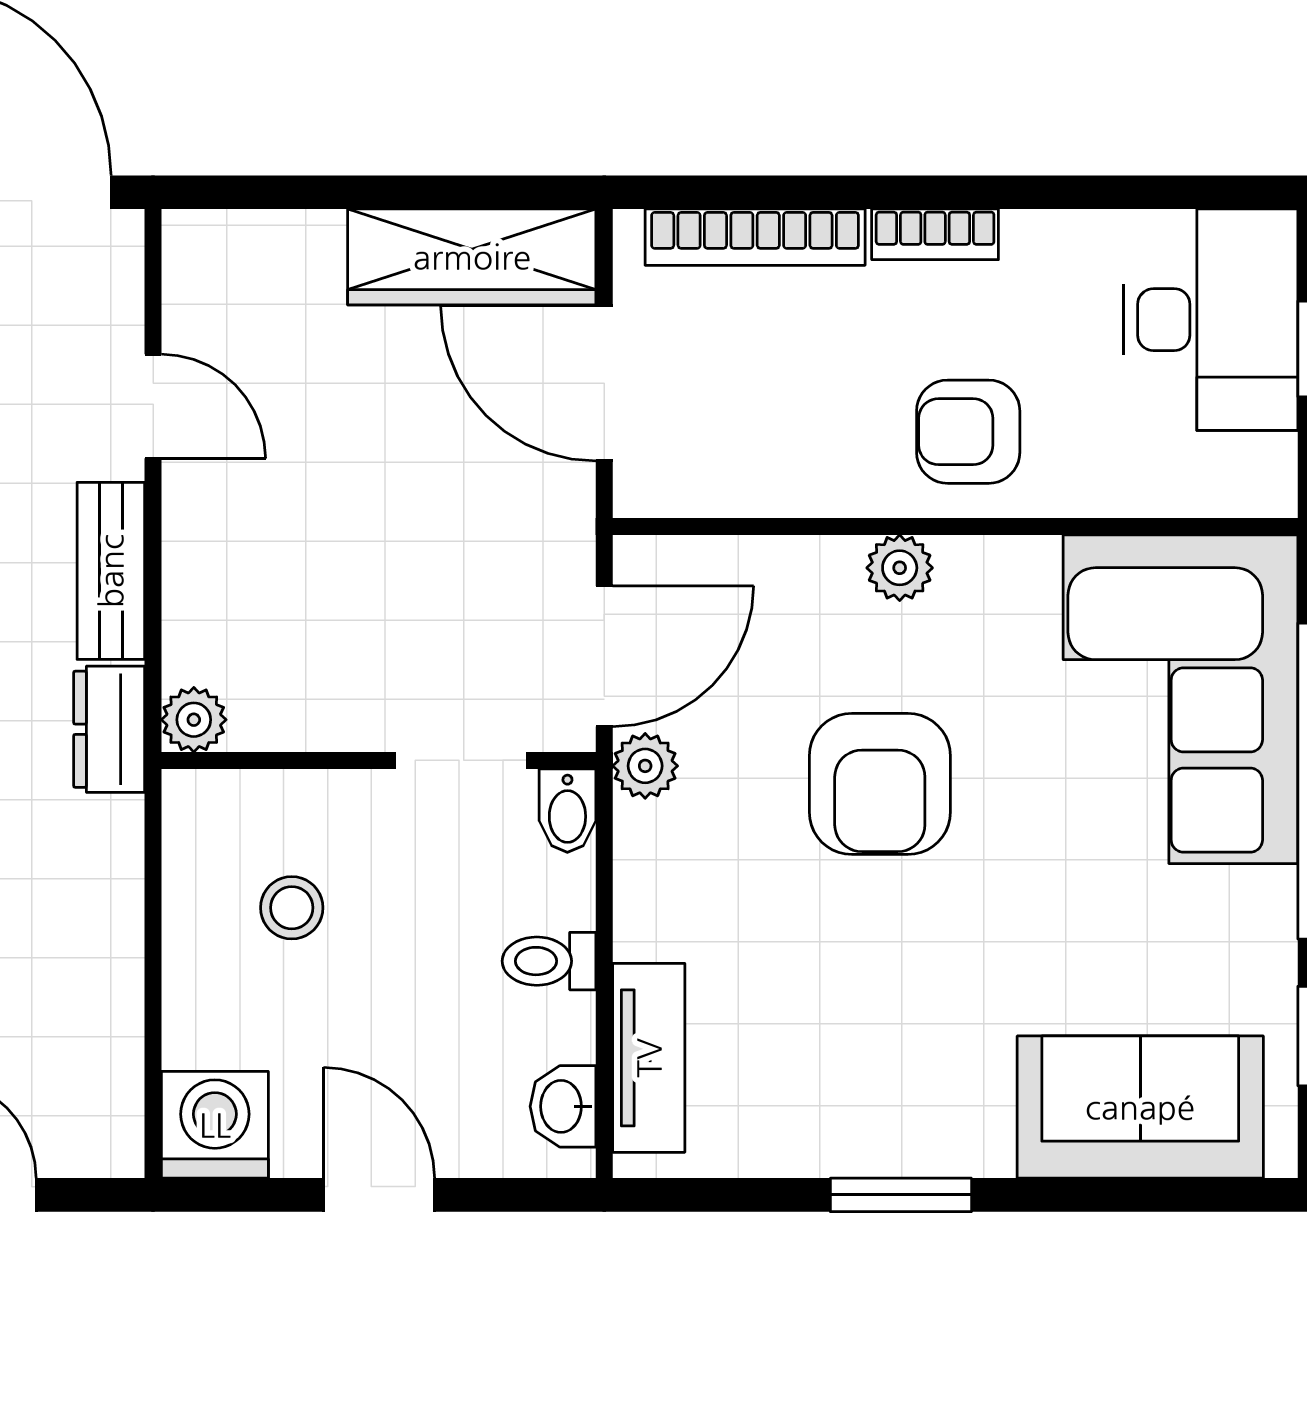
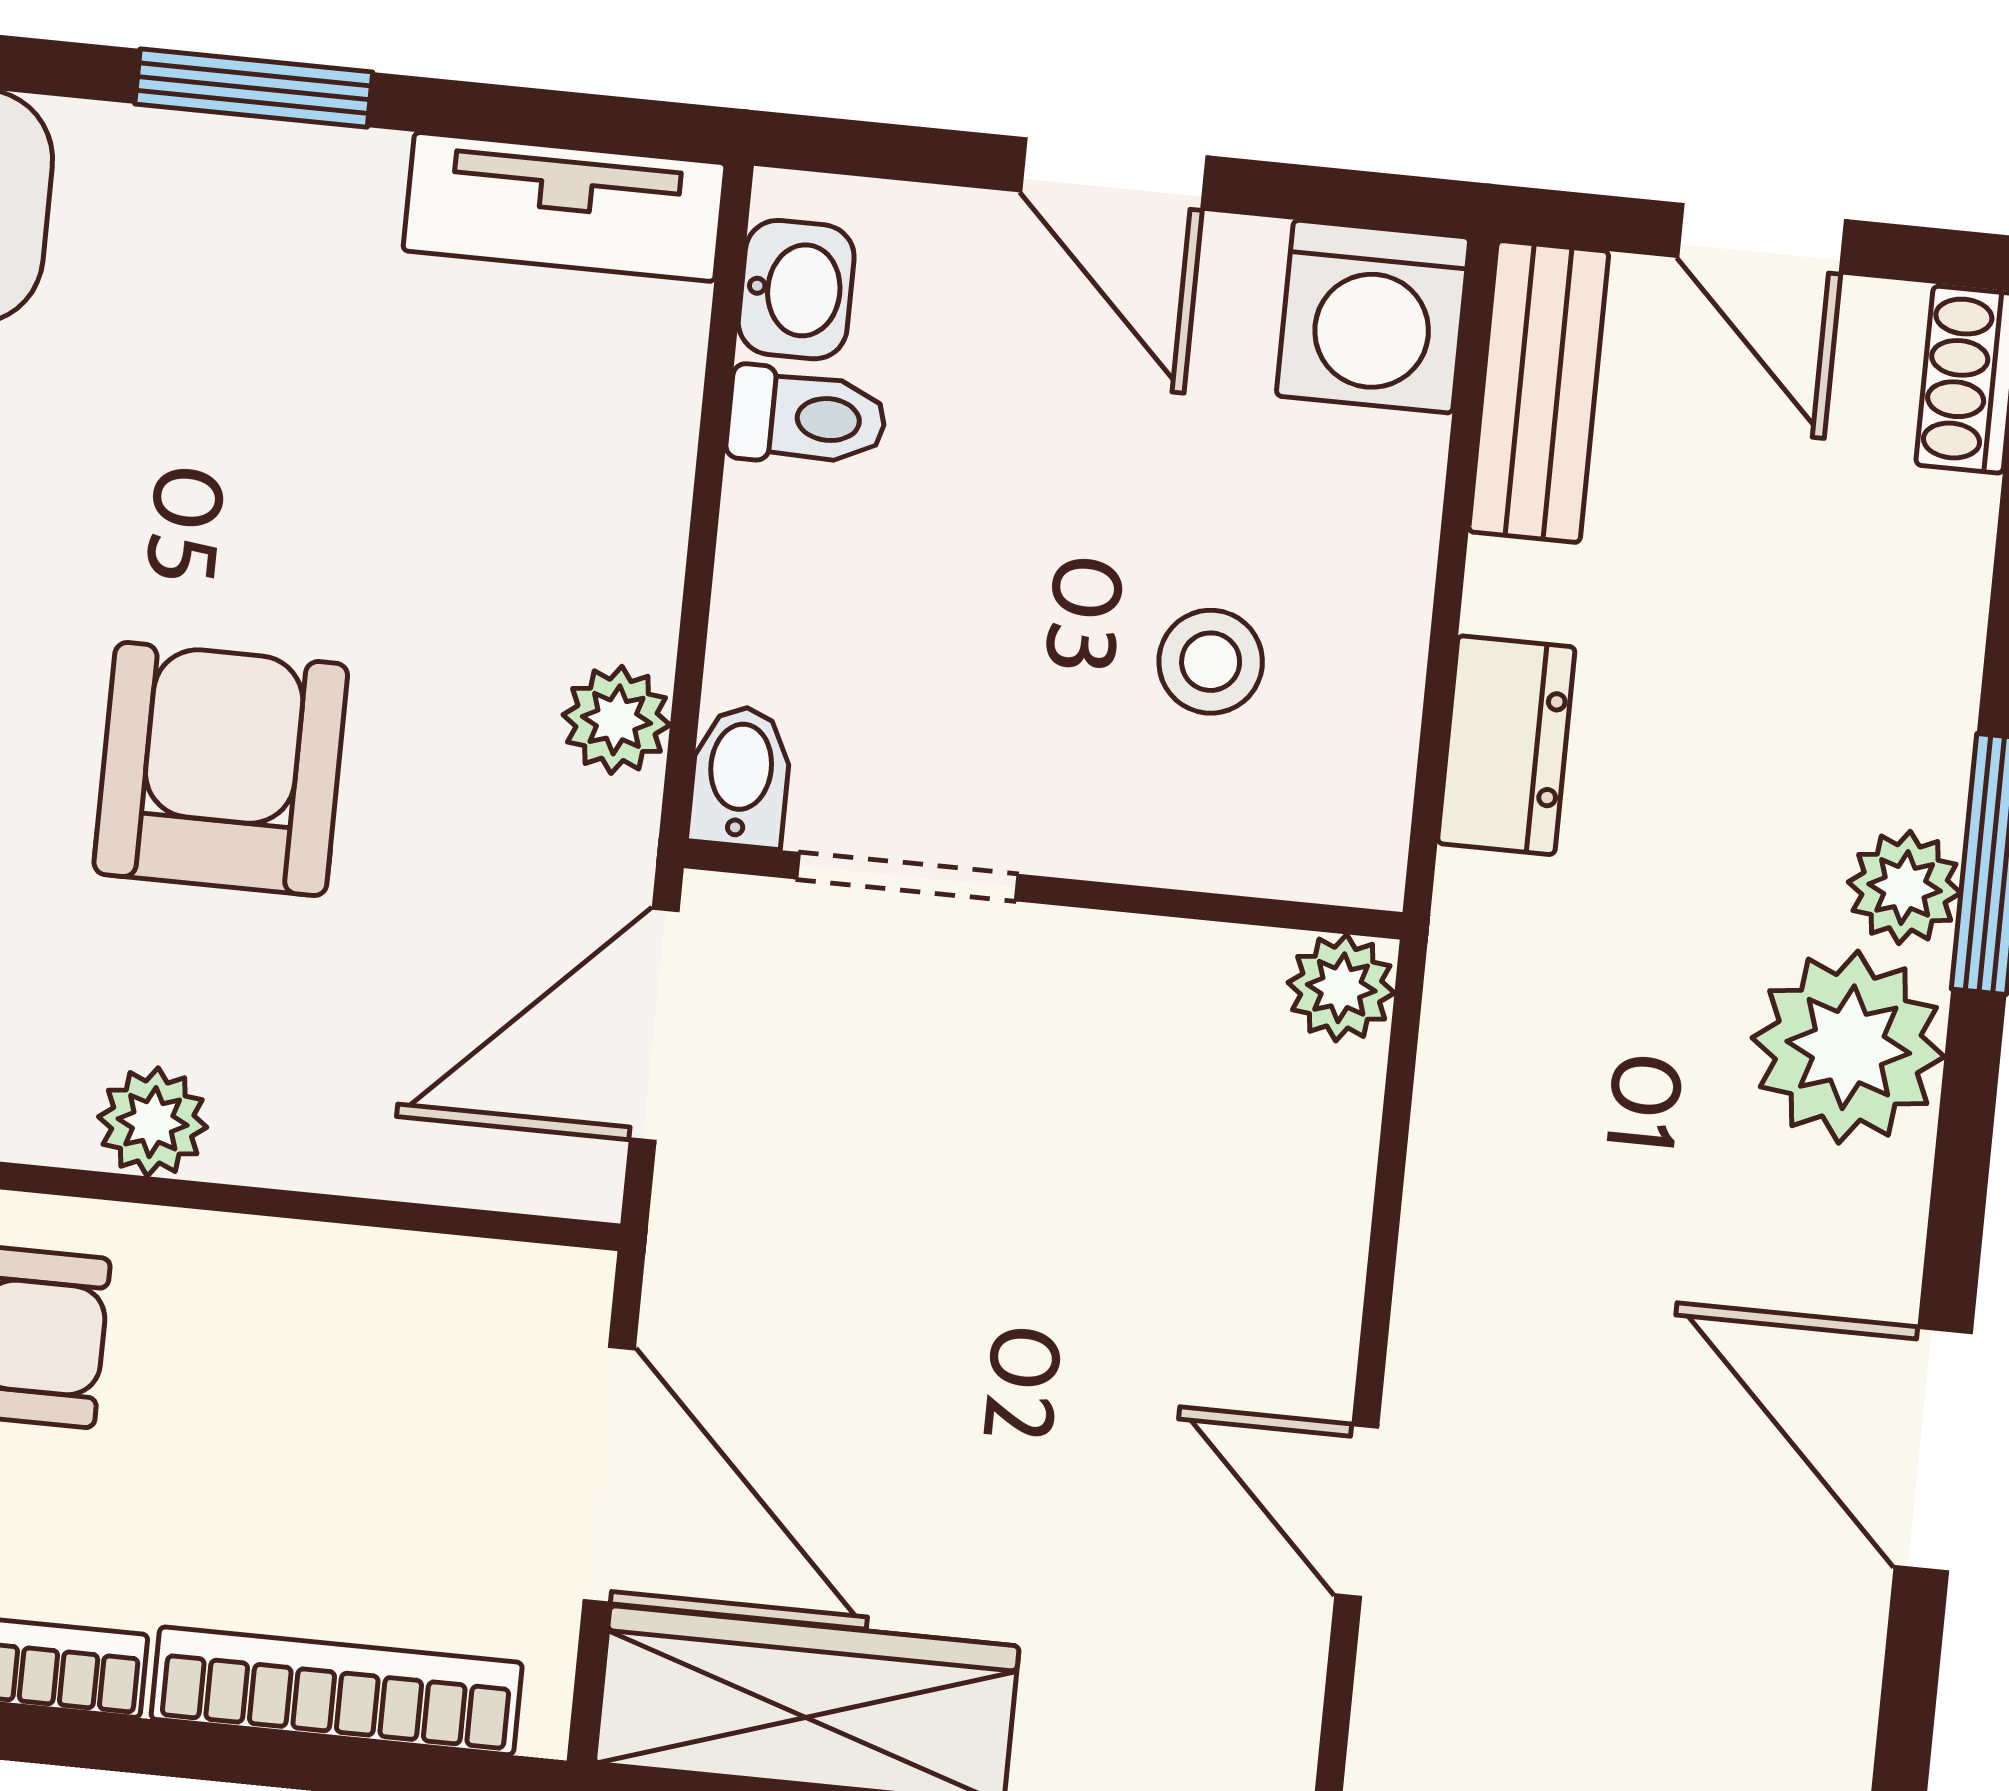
bench: (111, 571) -> (1539, 392), moved
dresser: (109, 729) -> (1506, 745), moved
plant: (645, 766) -> (616, 720), moved
toilet: (549, 961) -> (807, 417), moved
tv unit: (649, 1058) -> (565, 207), moved, turned -90

